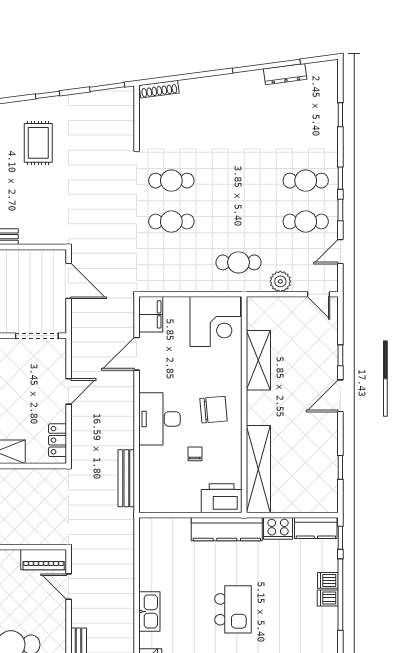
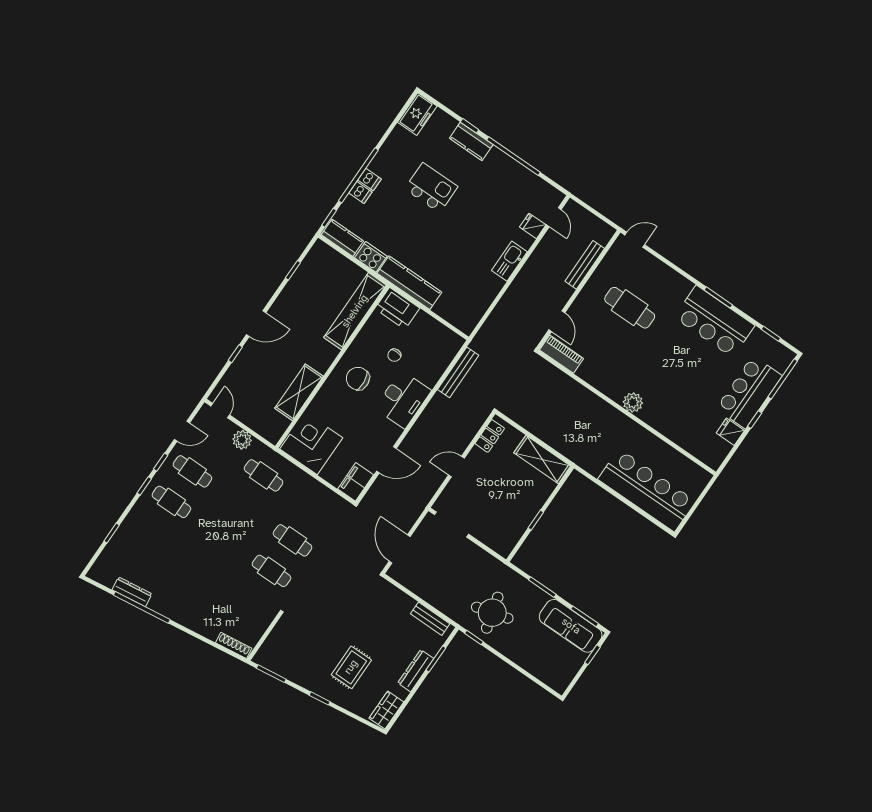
kitchen island: (233, 609) -> (431, 188), moved, turned 90

